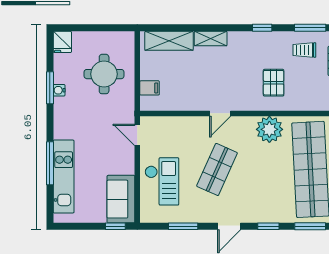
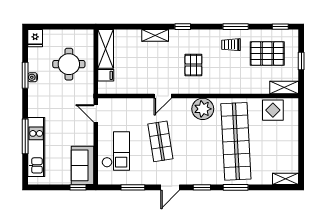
window: (262, 28) -> (183, 27), moved
shelving: (169, 41) -> (106, 49), moved, turned 90
pallet: (274, 83) -> (193, 65), moved
shop shelf: (217, 169) -> (160, 141), turned -33

